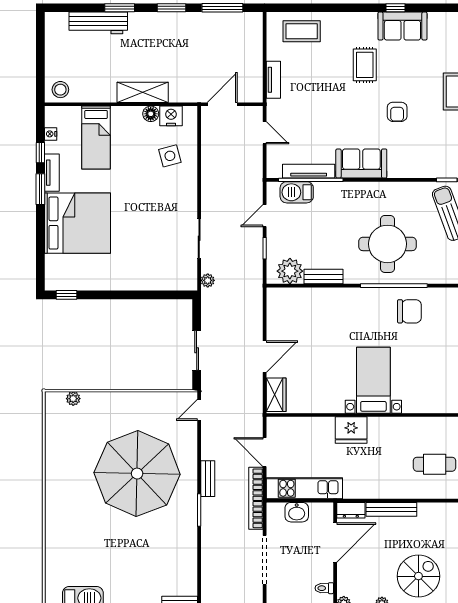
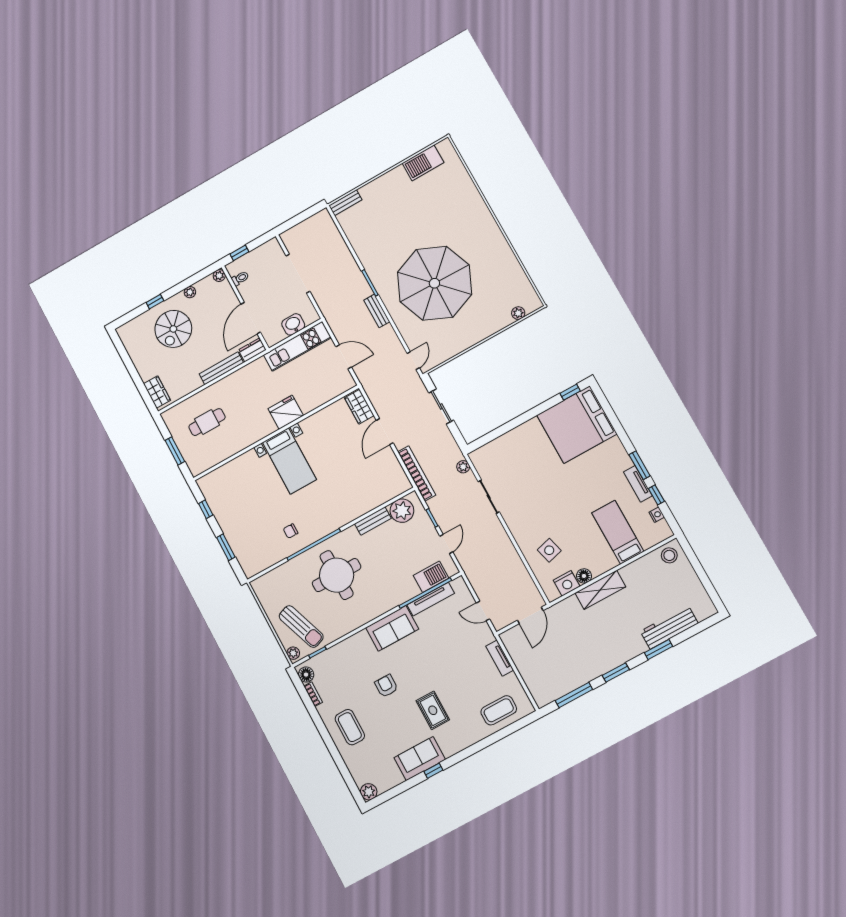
bed: (77, 223) -> (577, 425), moved
chair: (409, 311) -> (291, 531), width x0.54, depth x0.54
bookcase: (256, 498) -> (417, 473), moved

